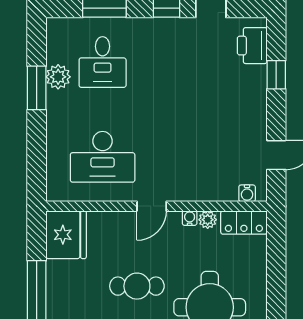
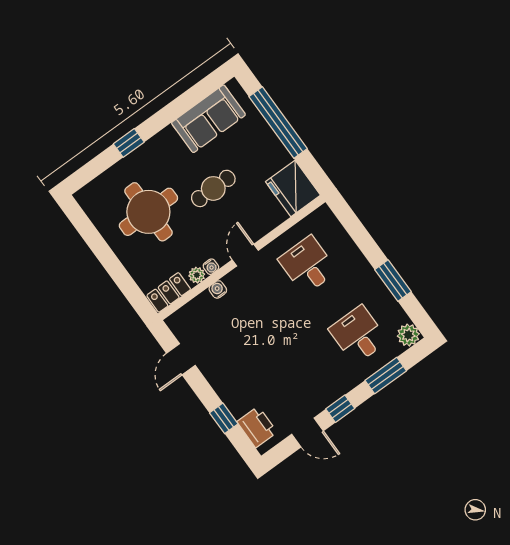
plant: (58, 77) -> (408, 335), moved
desk: (103, 157) -> (308, 265), width x0.73
water cooler: (247, 193) -> (218, 289), moved

